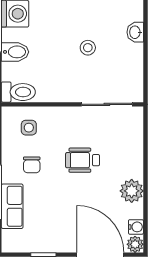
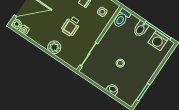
wheelchair: (83, 160) -> (71, 26), turned 180
plant: (132, 191) -> (54, 47), moved

